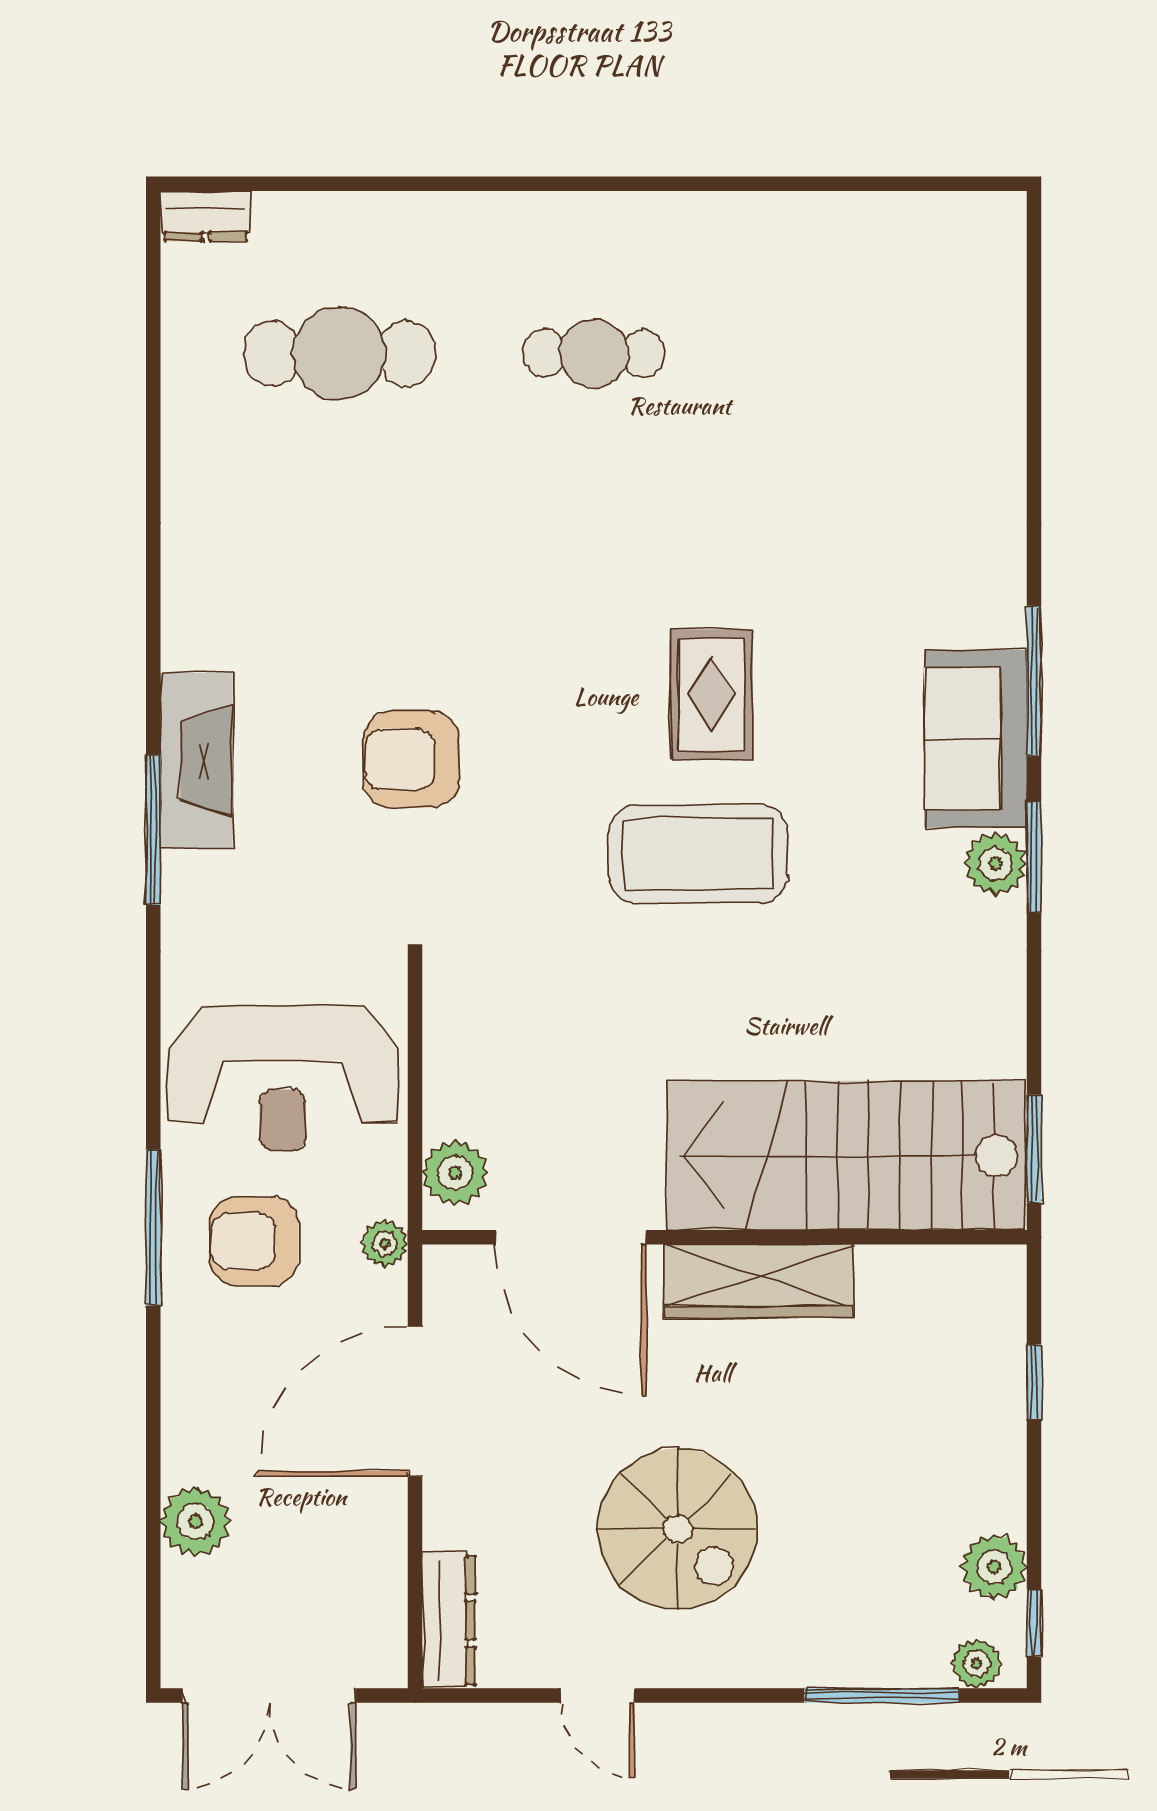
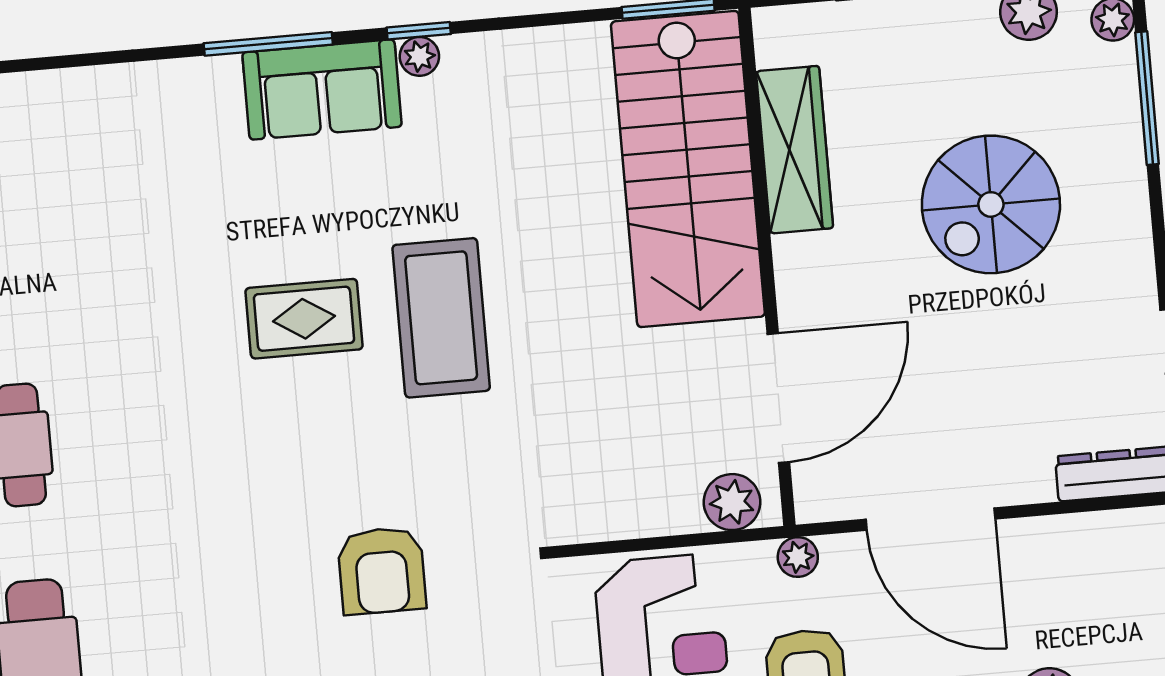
window: (1034, 857) -> (419, 31), width x0.67
plant: (996, 864) -> (419, 56), width x0.73, depth x0.73
wardrobe: (759, 1281) -> (794, 150), moved
spiral stairs: (677, 1529) -> (991, 204), moved, turned 180

